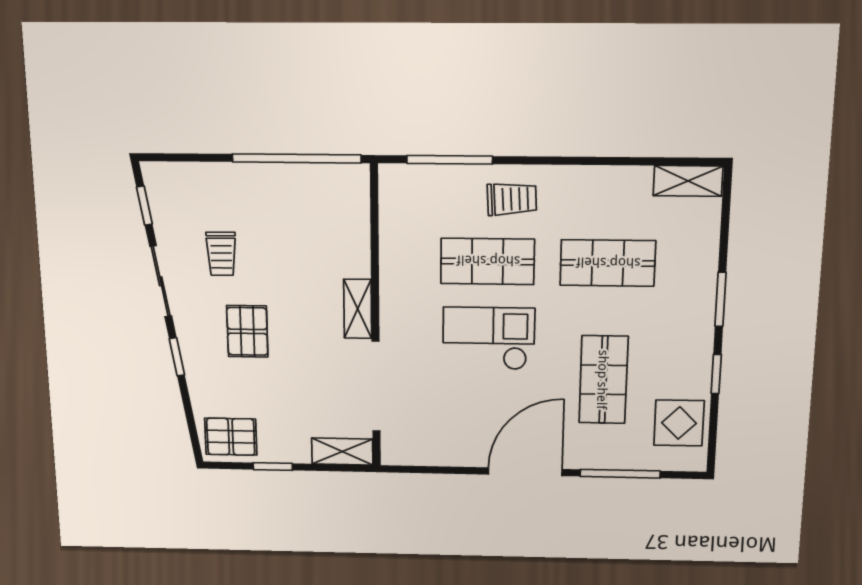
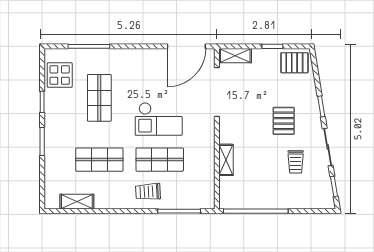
shelving: (688, 181) -> (77, 202), moved
trolley: (221, 254) -> (296, 162), turned 180
shelving: (358, 309) -> (226, 160), moved
door: (525, 472) -> (186, 46), moved

